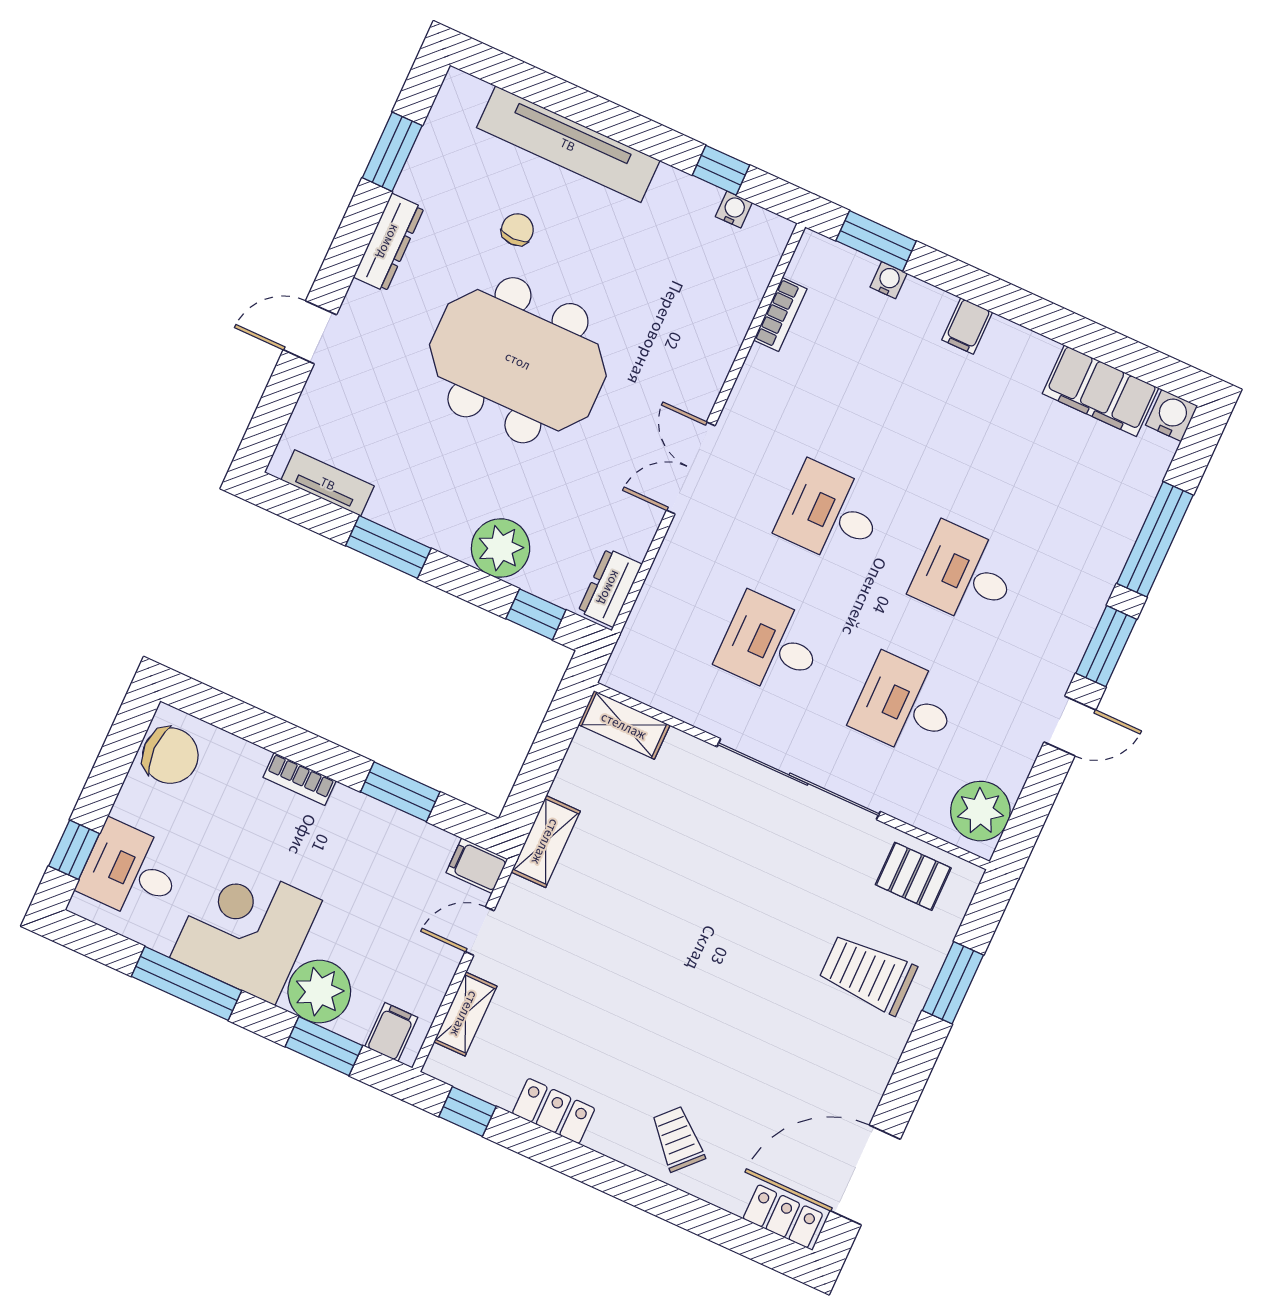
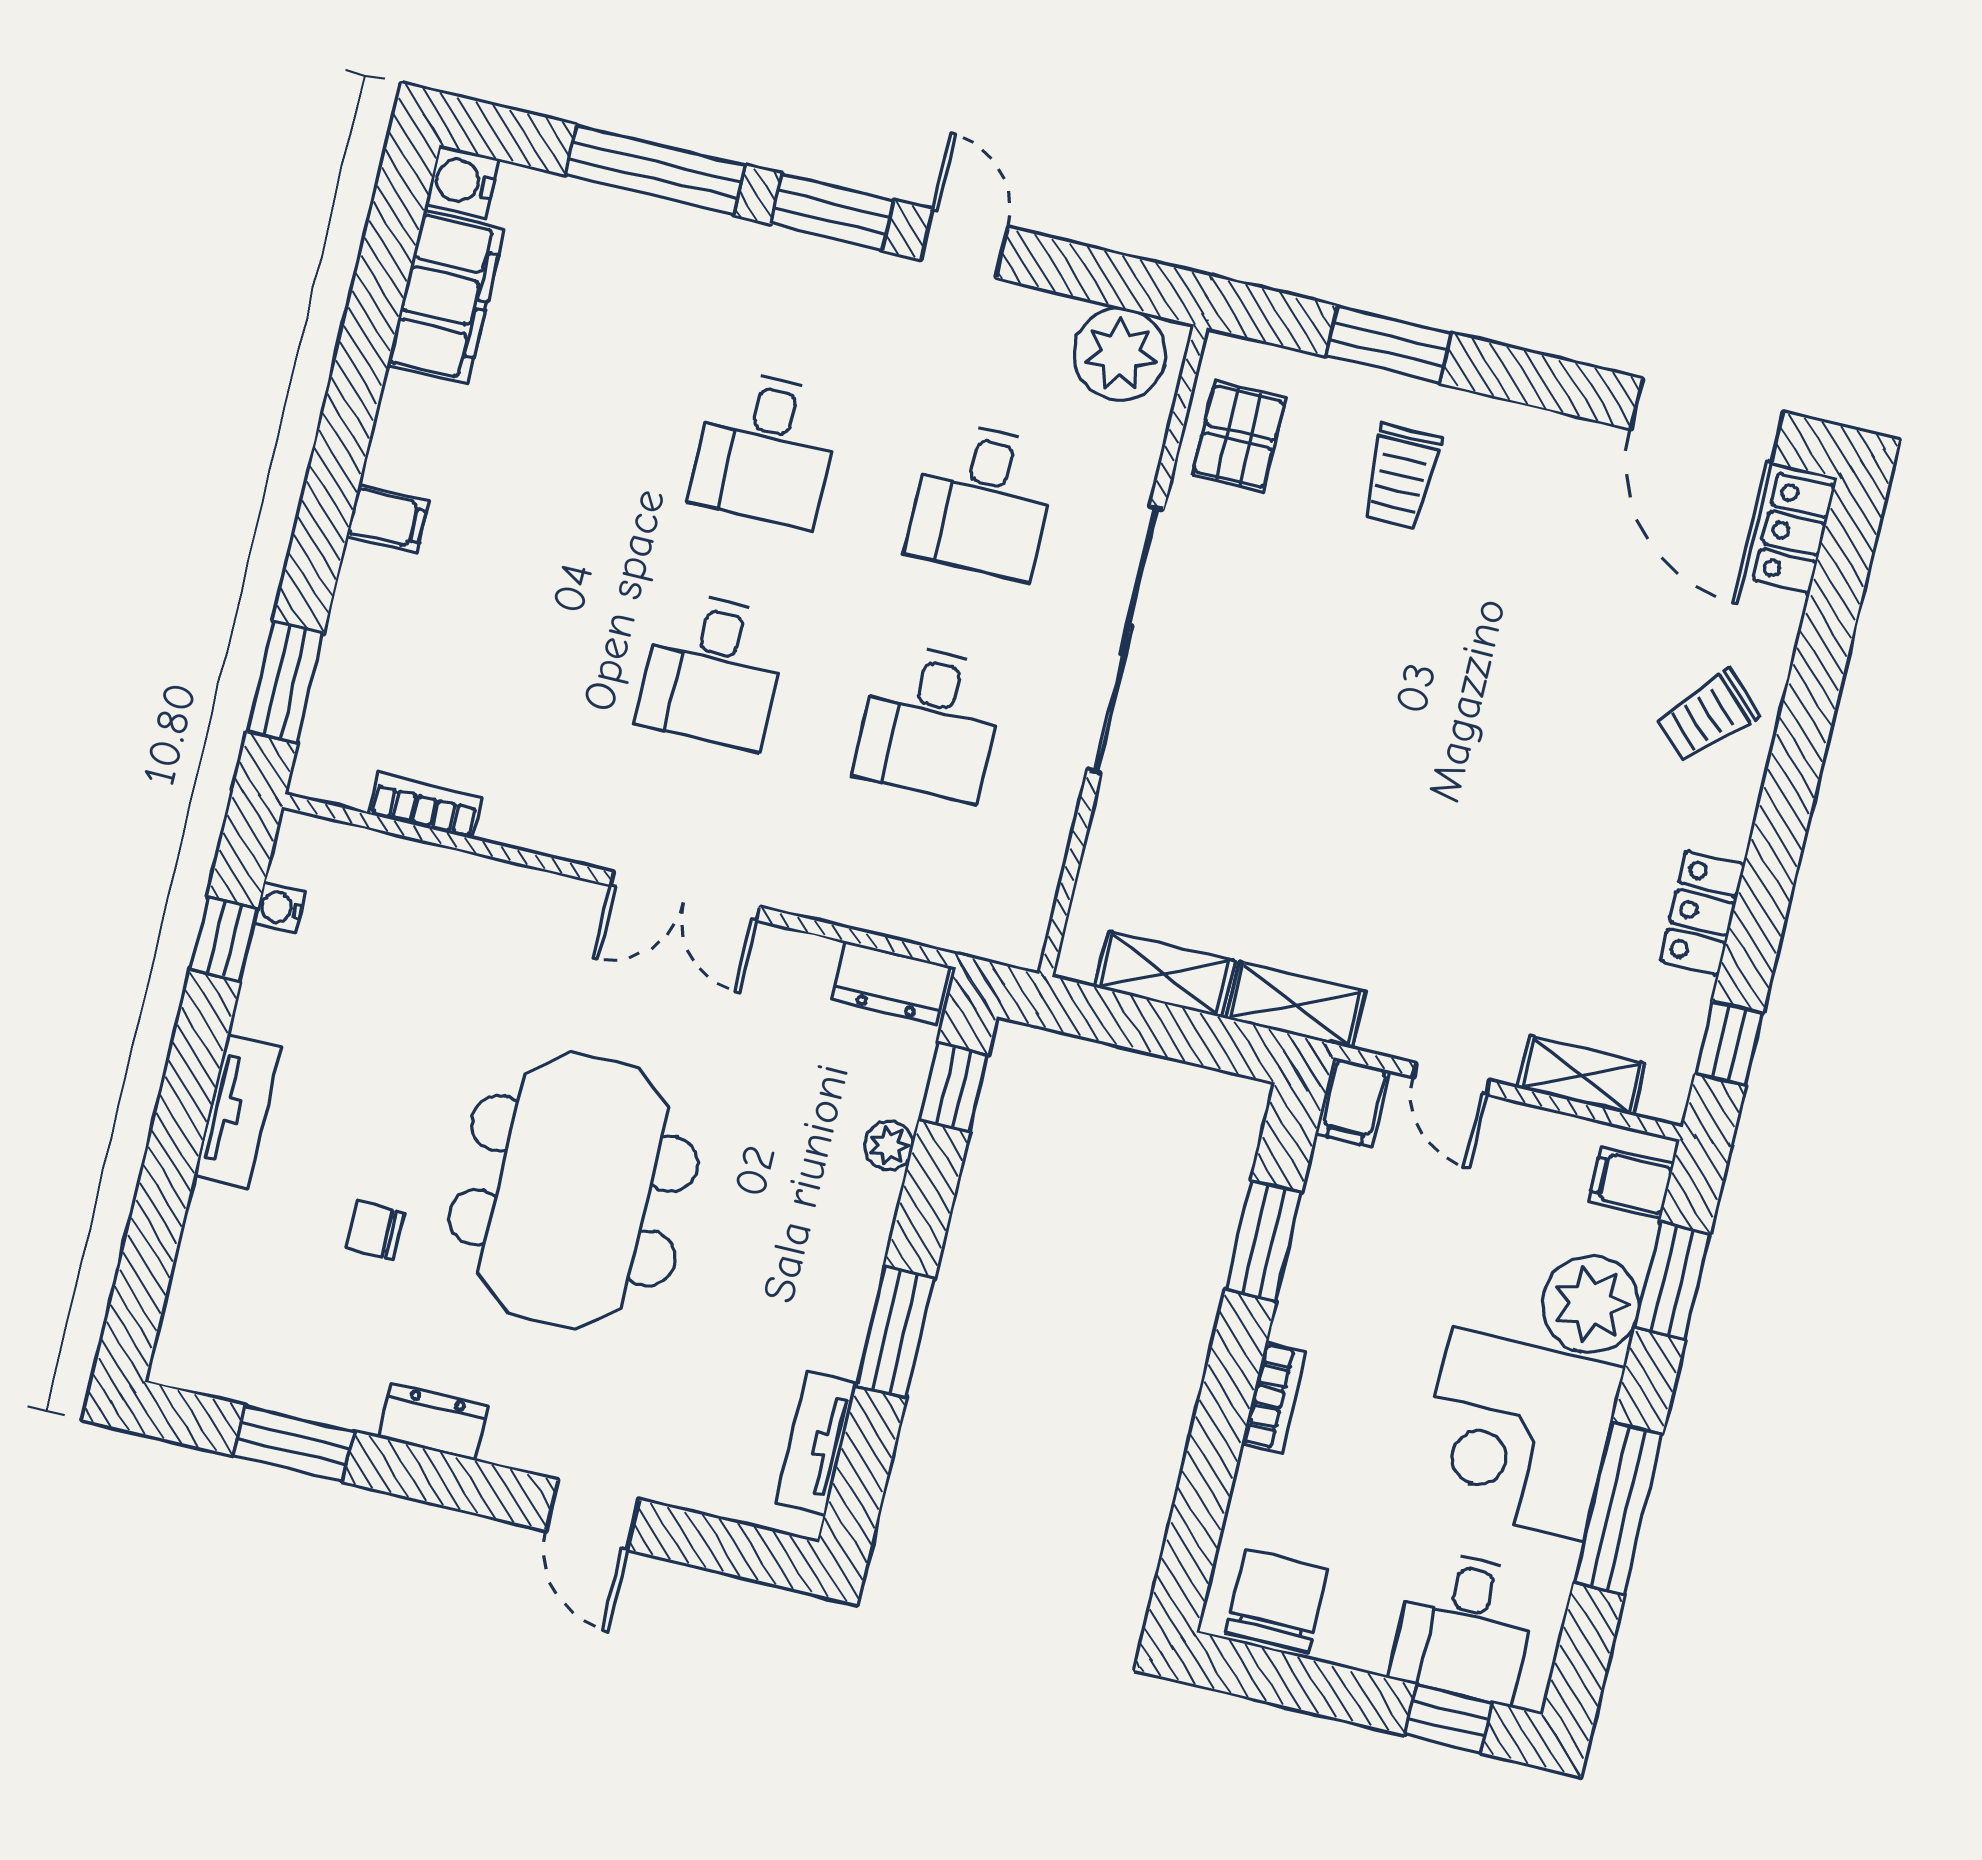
tv unit: (568, 144) -> (238, 1112), width x0.52, depth x0.78
dresser: (389, 242) -> (433, 1422), width x0.70
water cooler: (889, 280) -> (341, 652), removed
plant: (501, 548) -> (889, 1145), width x0.53, depth x0.53
shelving: (624, 725) -> (1164, 974), moved, turned 90
trolley: (868, 974) -> (1401, 476), width x0.73, depth x0.72

